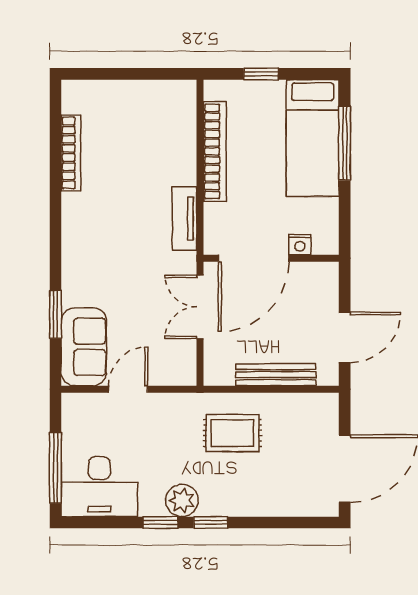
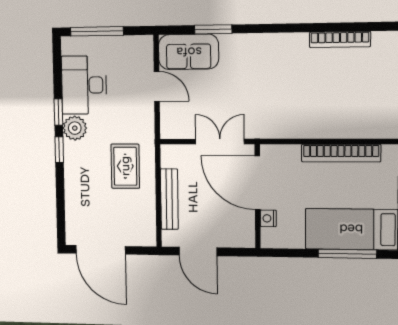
tv unit: (184, 219) -> (288, 129), removed
desk: (99, 487) -> (84, 85), moved

